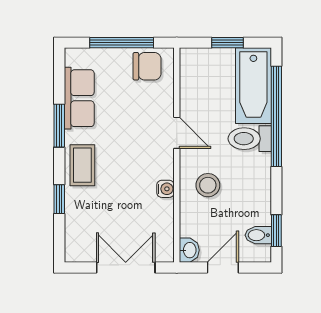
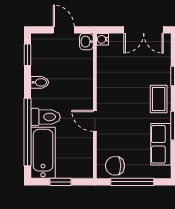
stool: (208, 185) -> (74, 85), removed
water cooler: (166, 189) -> (102, 39), moved
bidet: (258, 235) -> (40, 82), moved
double door: (126, 267) -> (144, 30), moved
door: (223, 267) -> (64, 30), swing flipped

